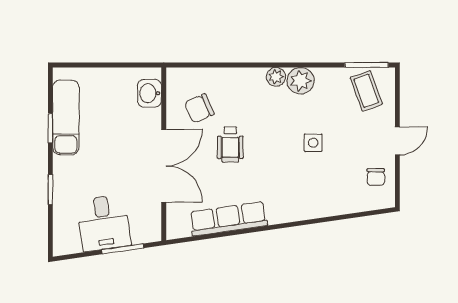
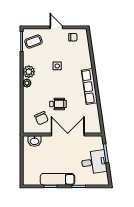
exam couch: (66, 117) -> (57, 179), moved
row of seats: (228, 219) -> (89, 87), moved

